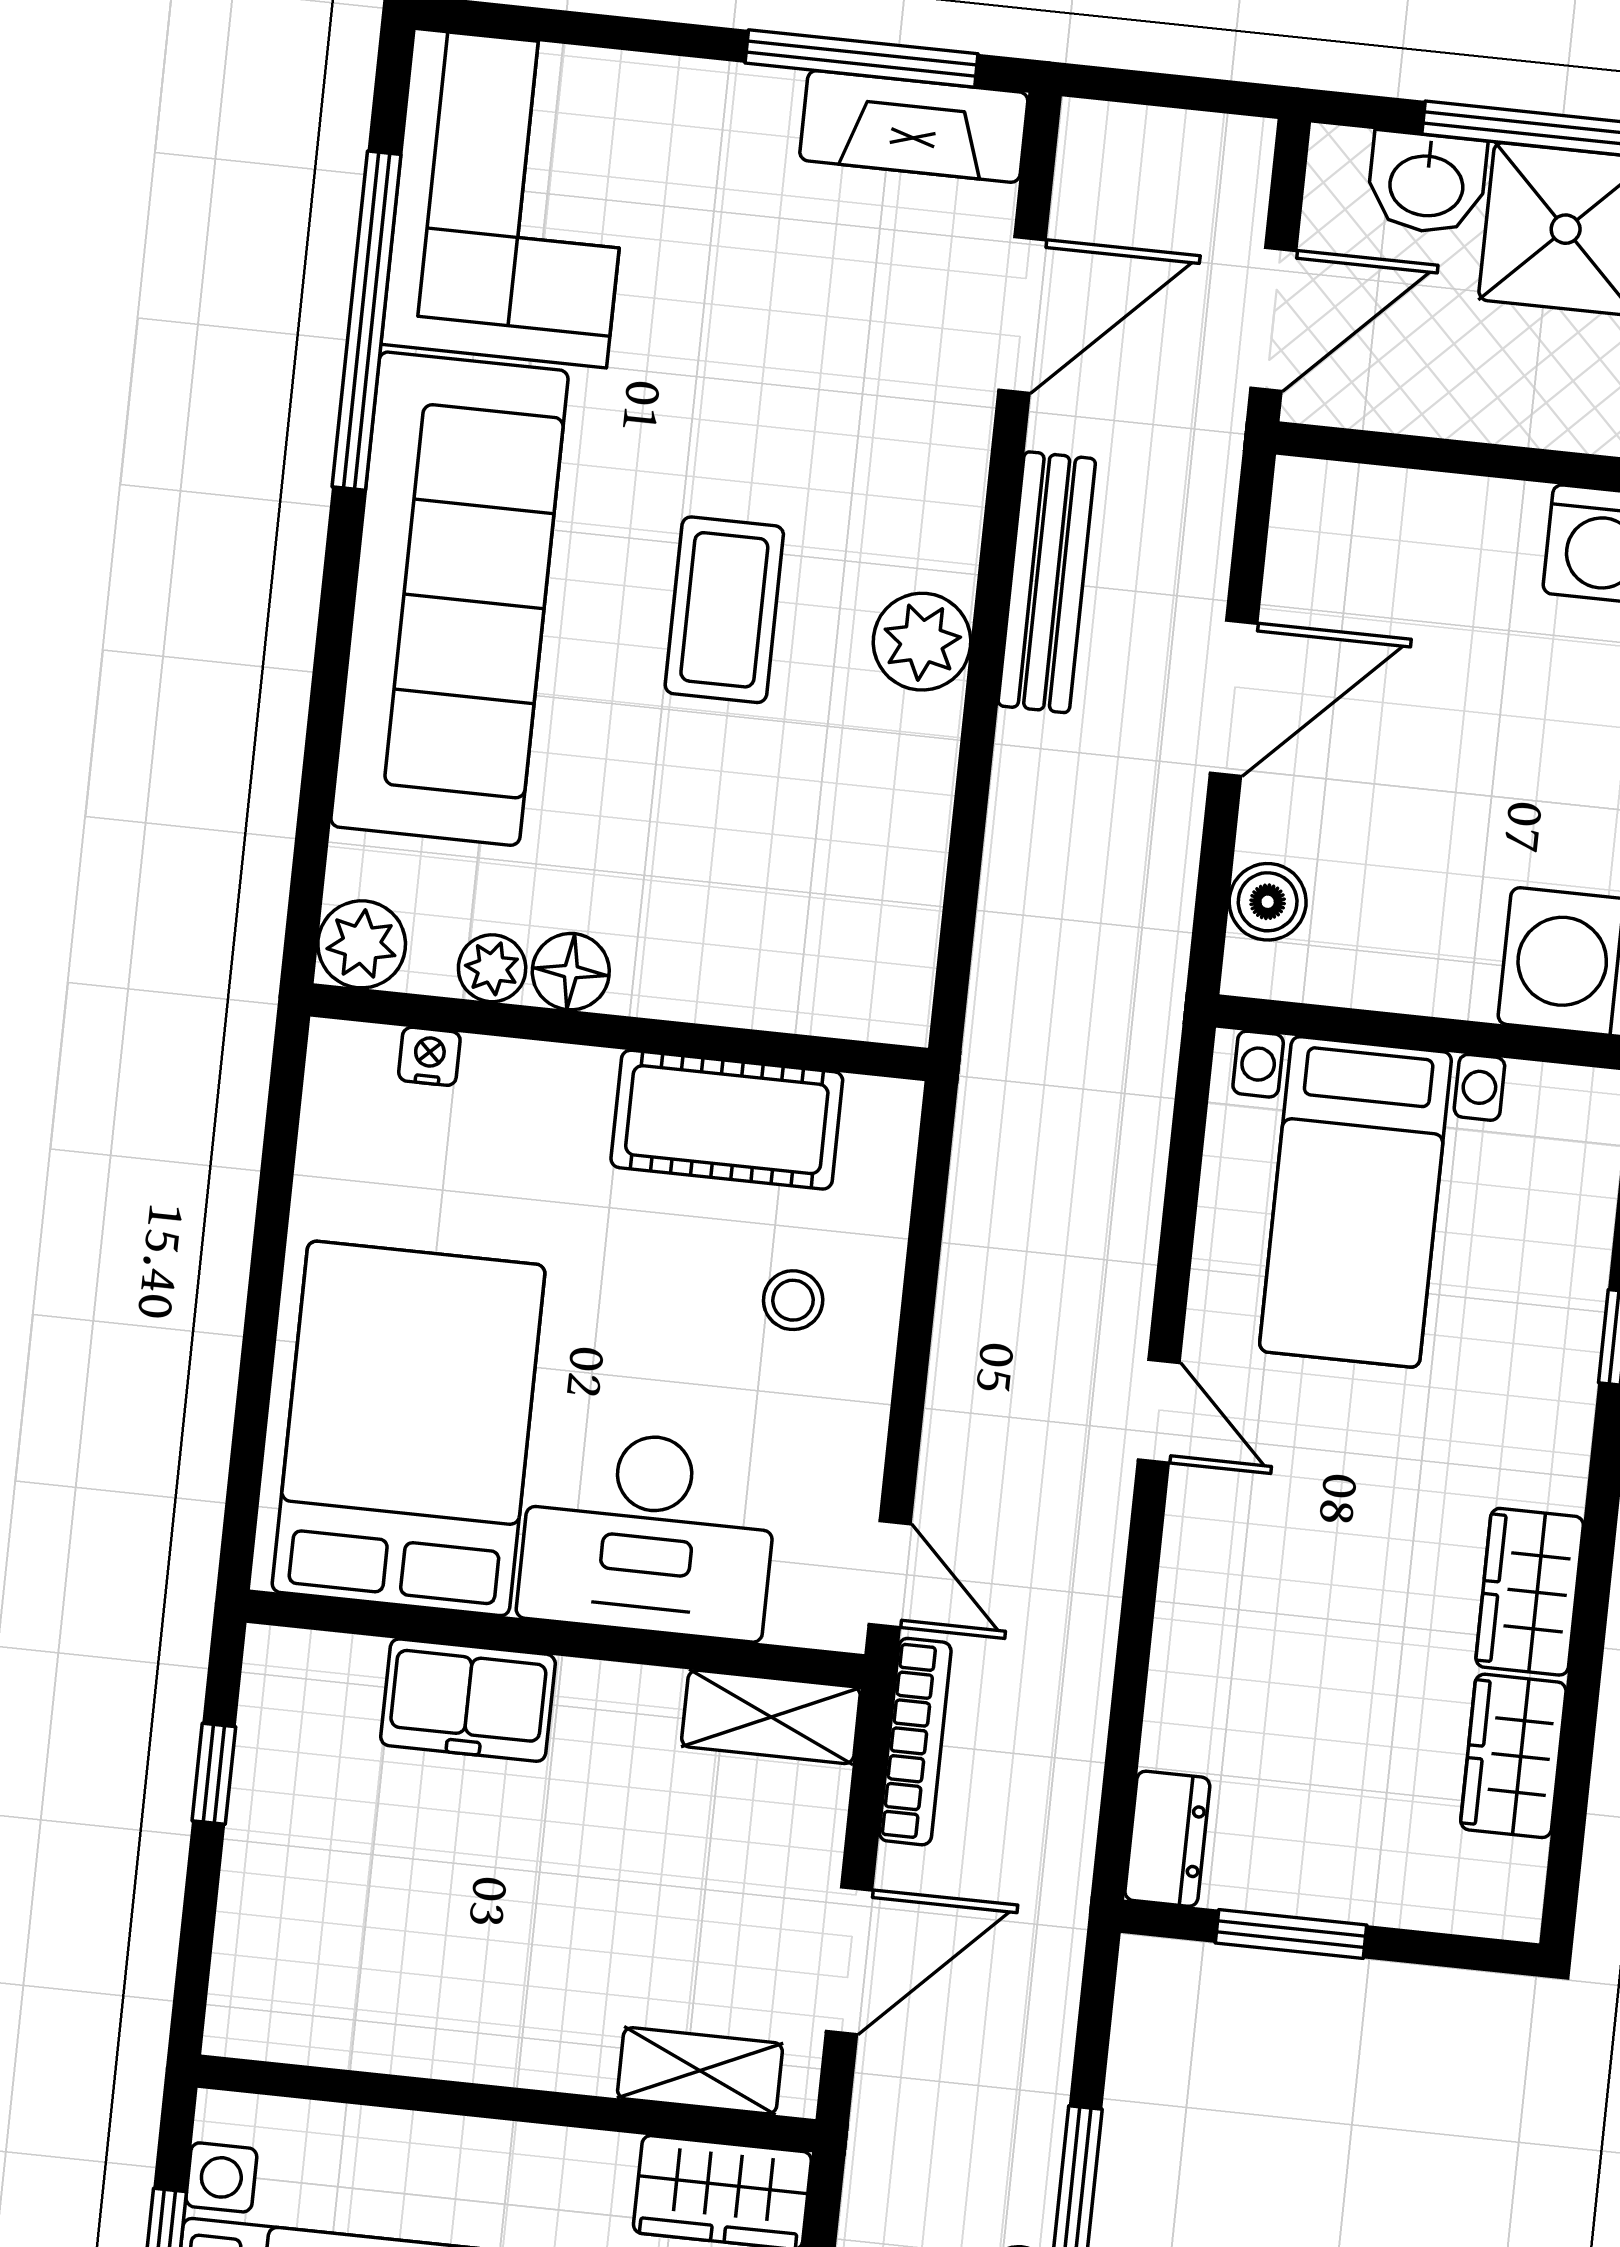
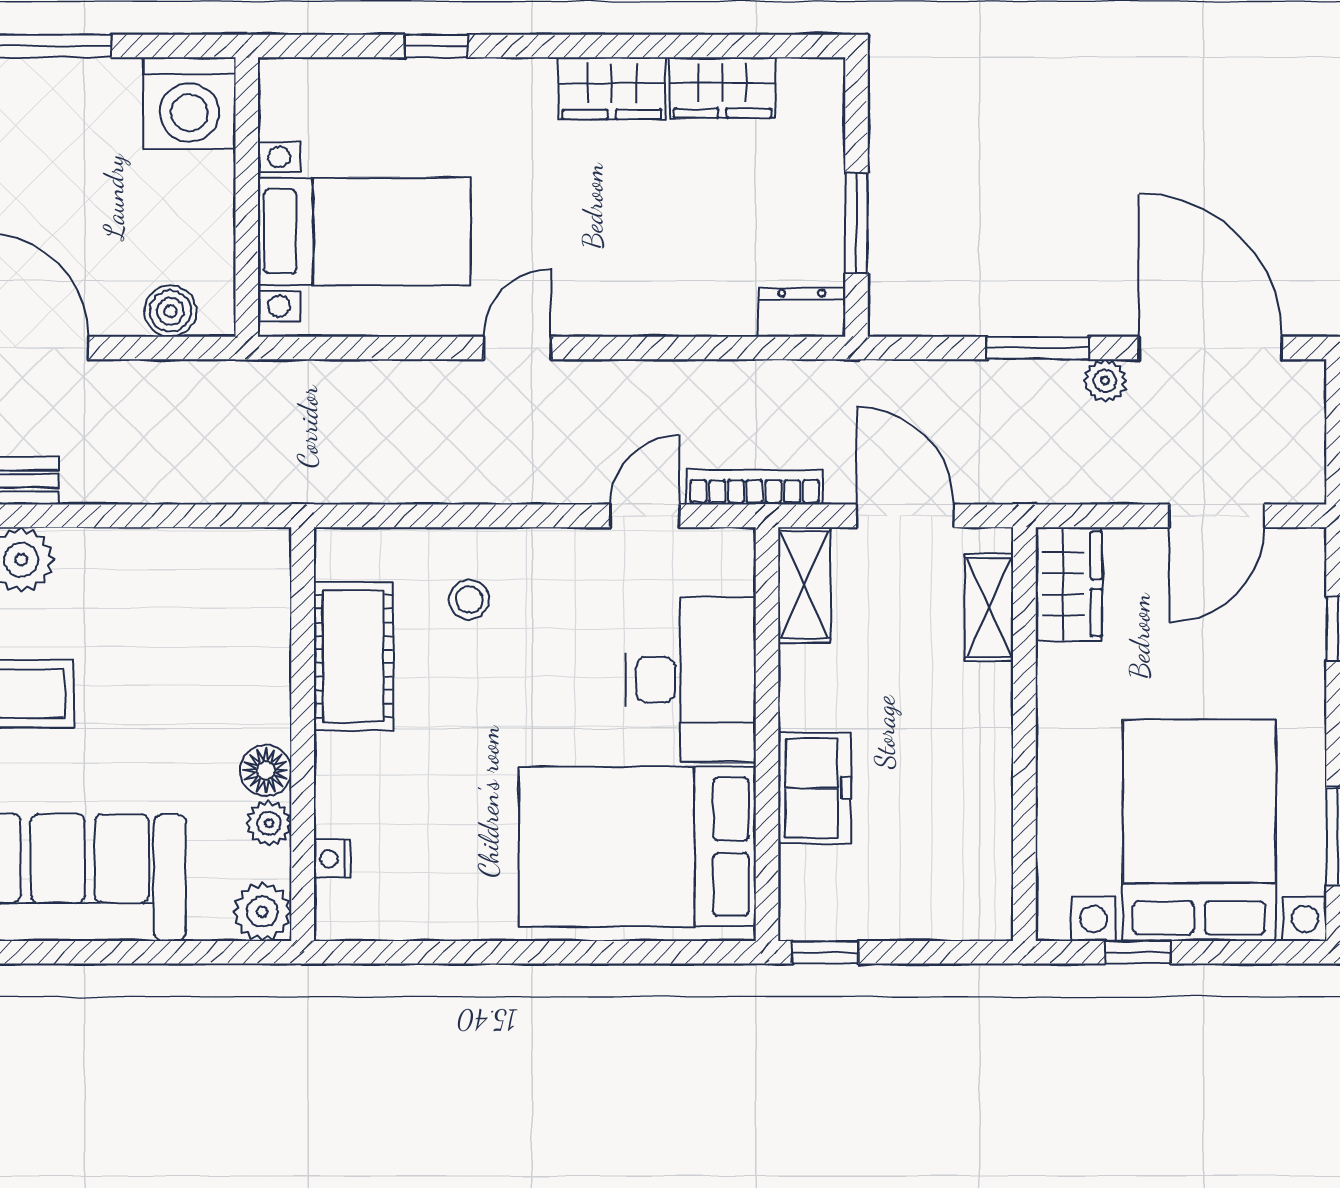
bed: (409, 1428) -> (637, 847), moved
desk: (648, 1534) -> (691, 679), moved
wall: (555, 1638) -> (767, 734), moved
freezer: (468, 1700) -> (814, 788), moved
shelving: (771, 1717) -> (804, 585), moved

